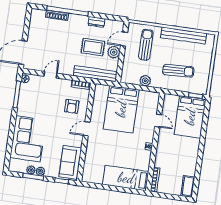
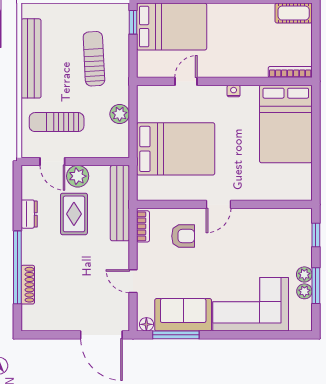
door: (87, 129) -> (219, 204), hinge flipped
sofa: (70, 162) -> (183, 315), moved, turned 180
bed: (126, 178) -> (286, 124), width x1.50

